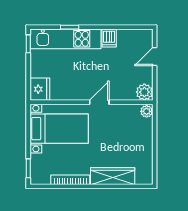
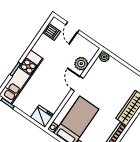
dishwasher: (109, 38) -> (52, 32), moved
plant: (144, 92) -> (81, 64), moved

